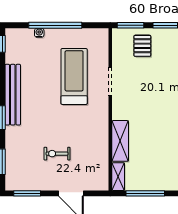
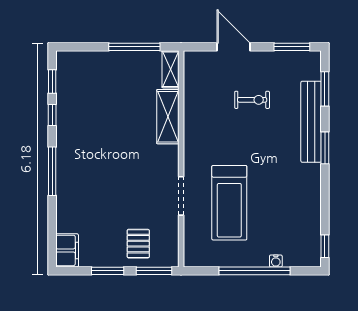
bench: (13, 95) -> (311, 122), moved

